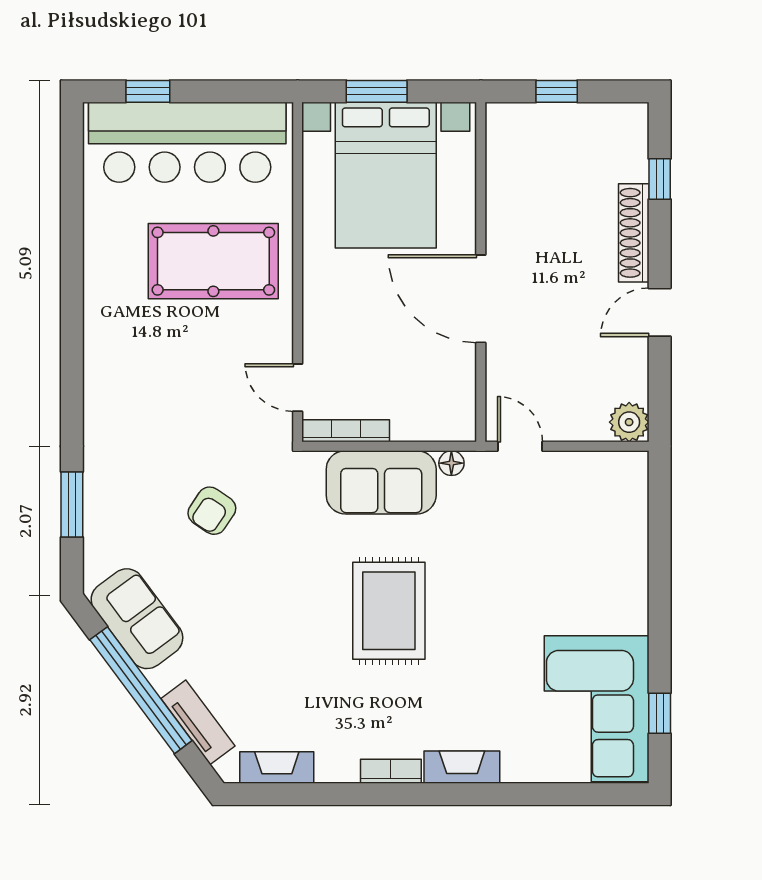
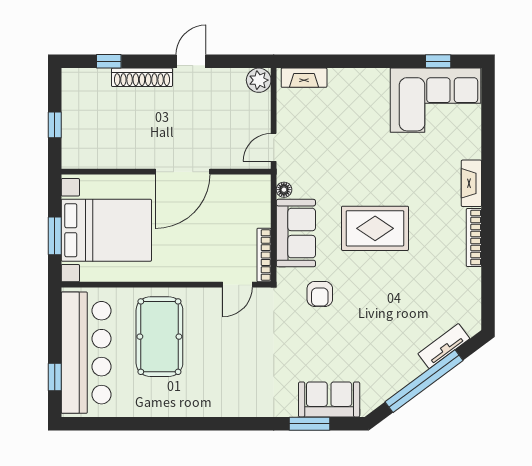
door: (660, 312) -> (191, 61), swing flipped
armchair: (212, 511) -> (320, 294), moved, turned 56
sofa: (137, 619) -> (329, 399), moved, turned 37
fireplace: (277, 768) -> (304, 78), moved, turned -90
bookcase: (391, 771) -> (474, 238), width x1.56

